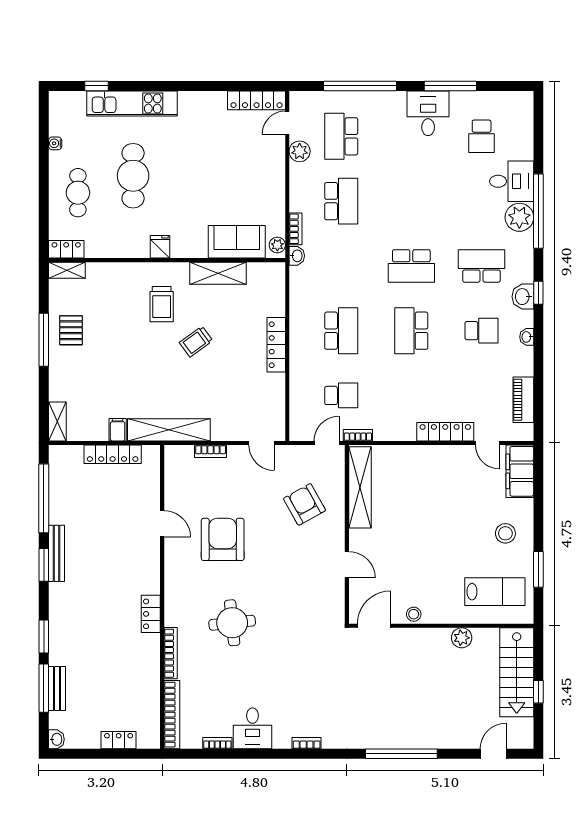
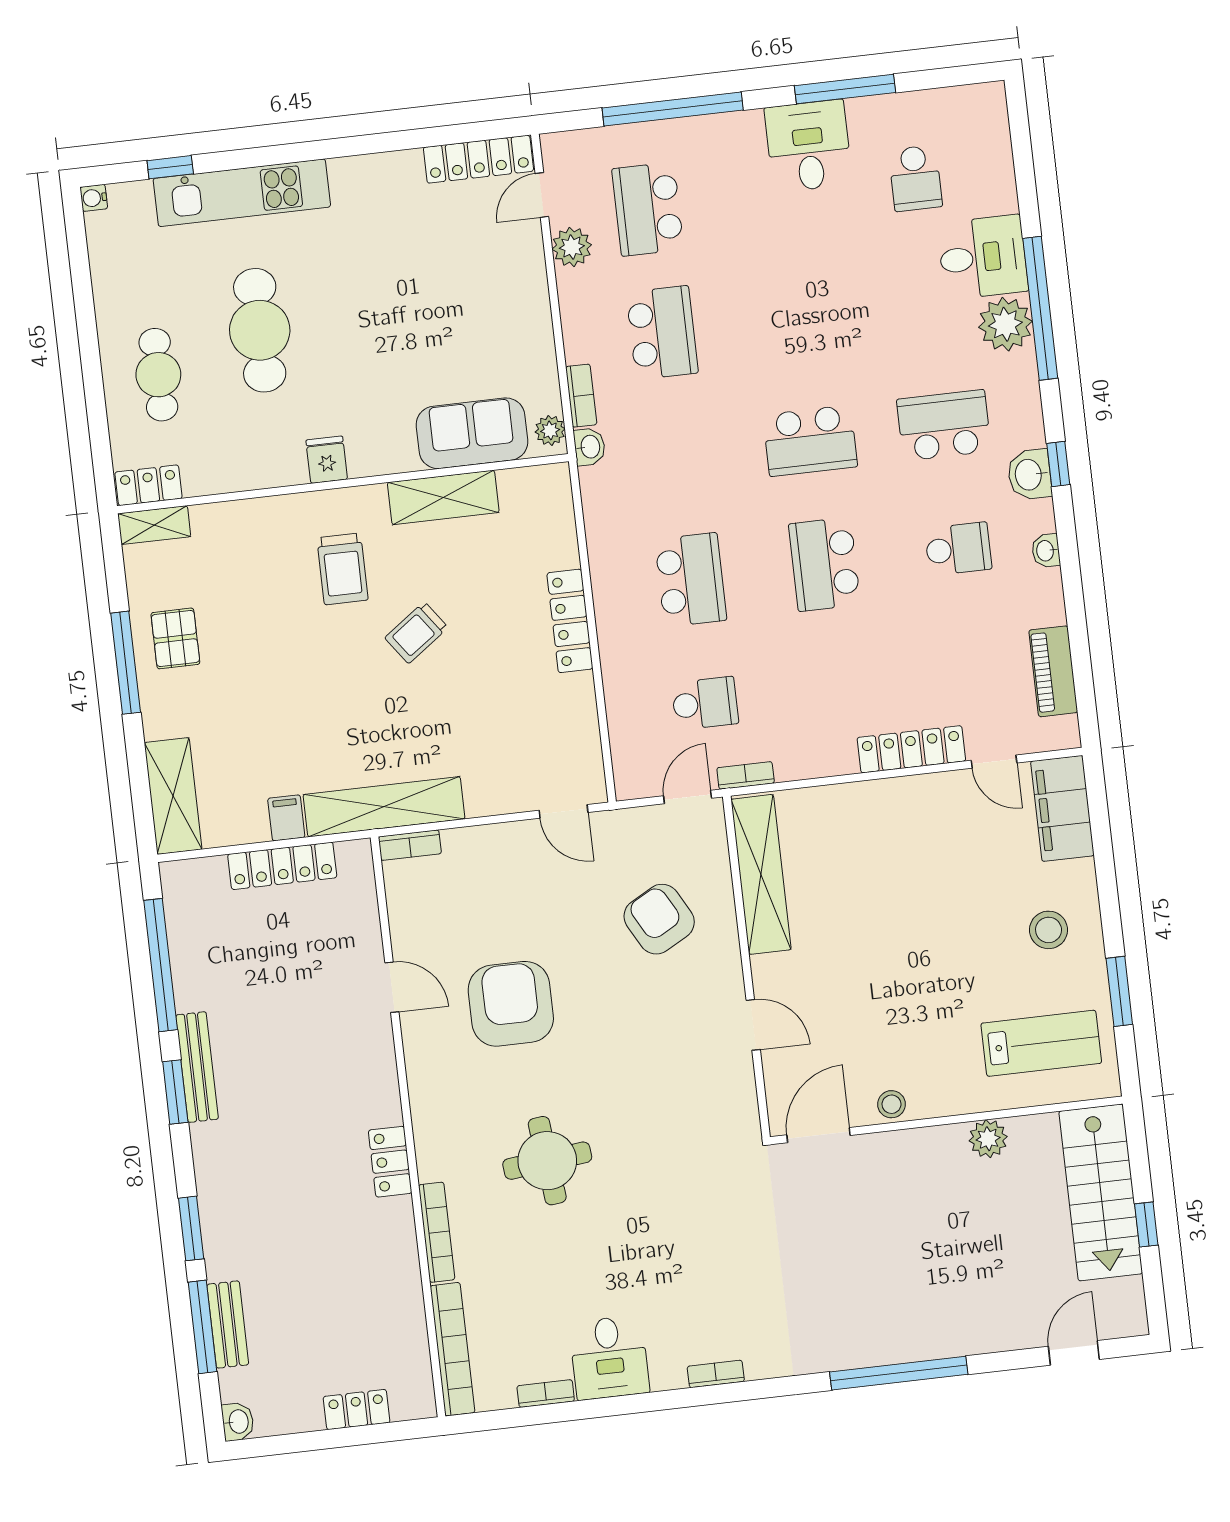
water cooler: (55, 143) -> (94, 198), moved
shelving: (57, 421) -> (173, 796), width x1.50, depth x1.33
bookcase: (211, 451) -> (410, 845), moved

